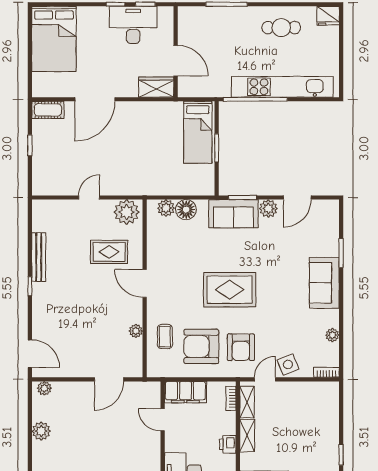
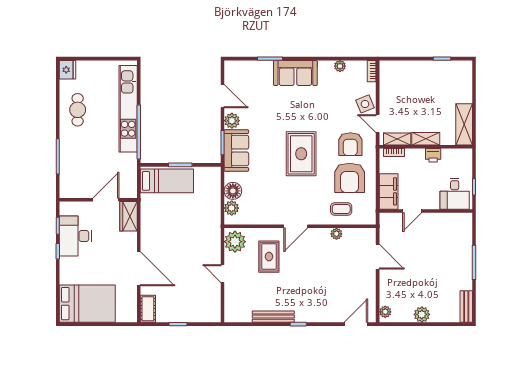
armchair: (241, 347) -> (350, 144), turned 90

